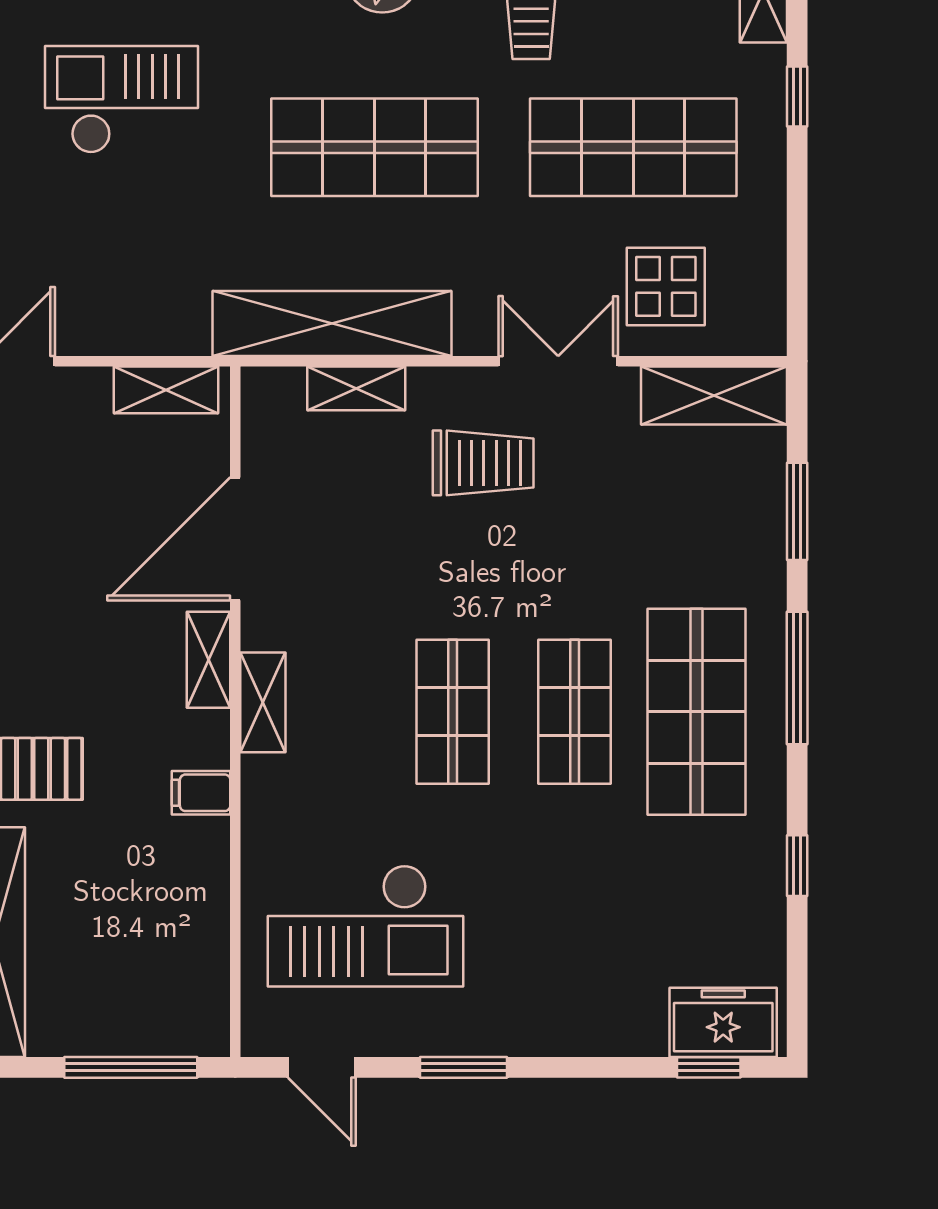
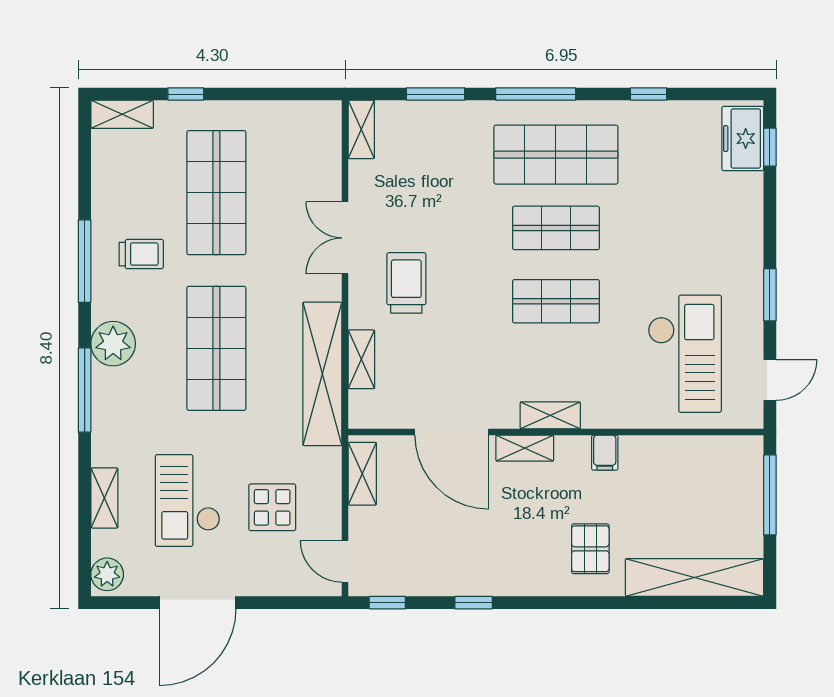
display table: (666, 286) -> (272, 507), moved
shelving: (714, 395) -> (361, 129), width x0.67, depth x0.75

